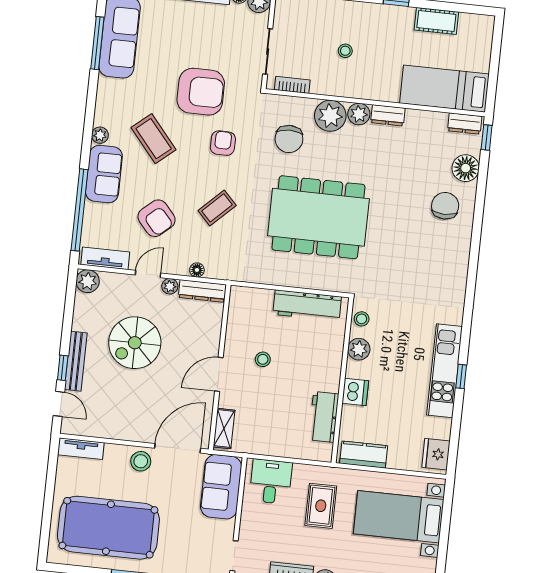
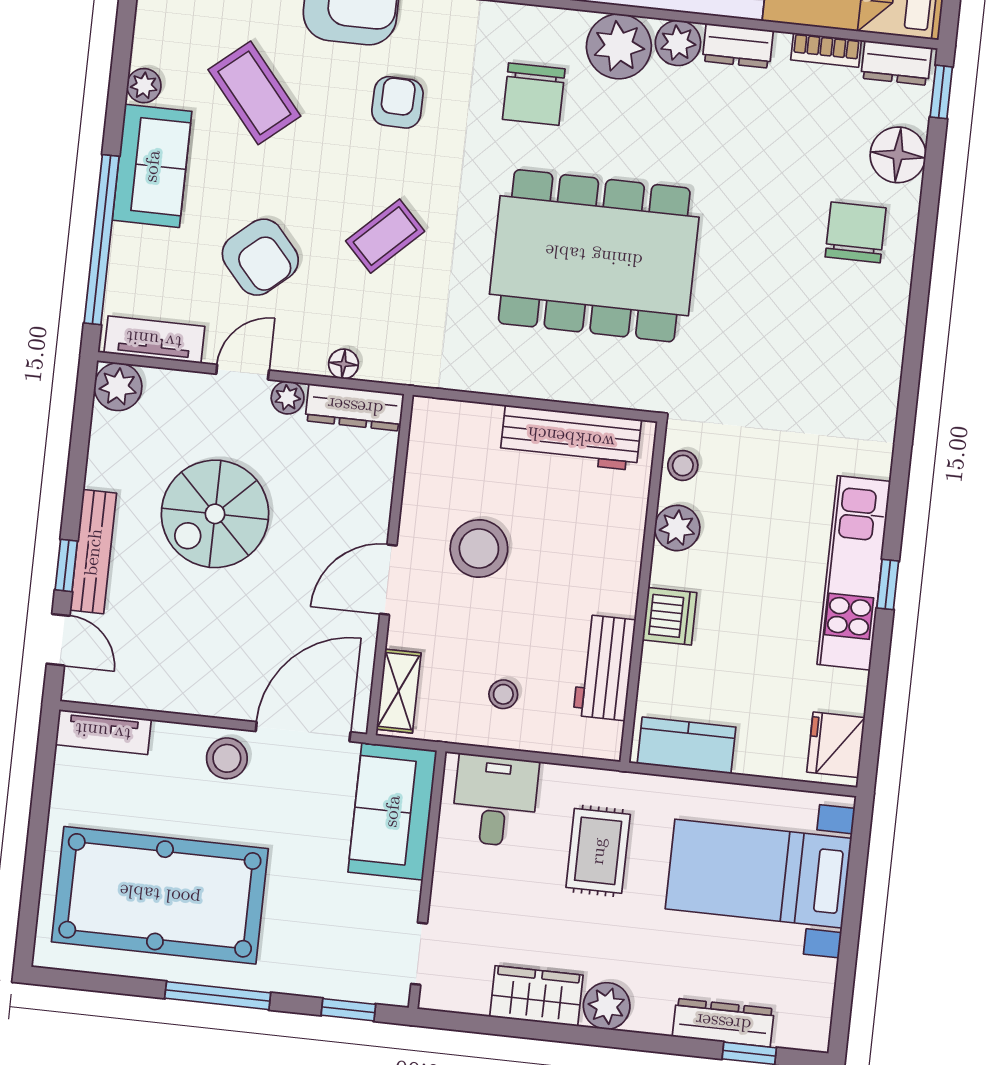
bookcase: (431, 117) -> (826, 50), added
stool: (263, 359) -> (479, 549), width x1.89, depth x1.89
stool: (275, 430) -> (503, 694), added

